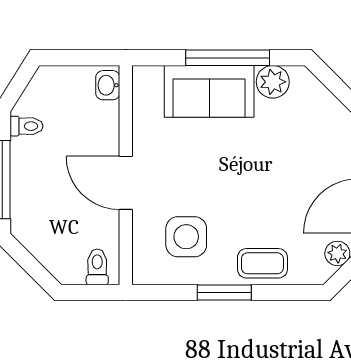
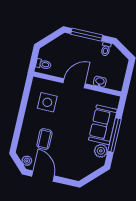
washbasin: (108, 85) -> (100, 82), moved
coffee table: (262, 263) -> (44, 139), moved
window: (224, 292) -> (22, 112), removed

